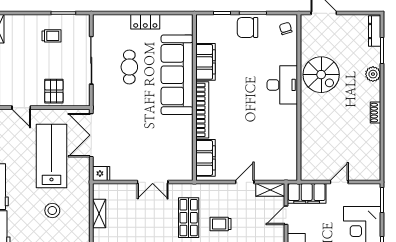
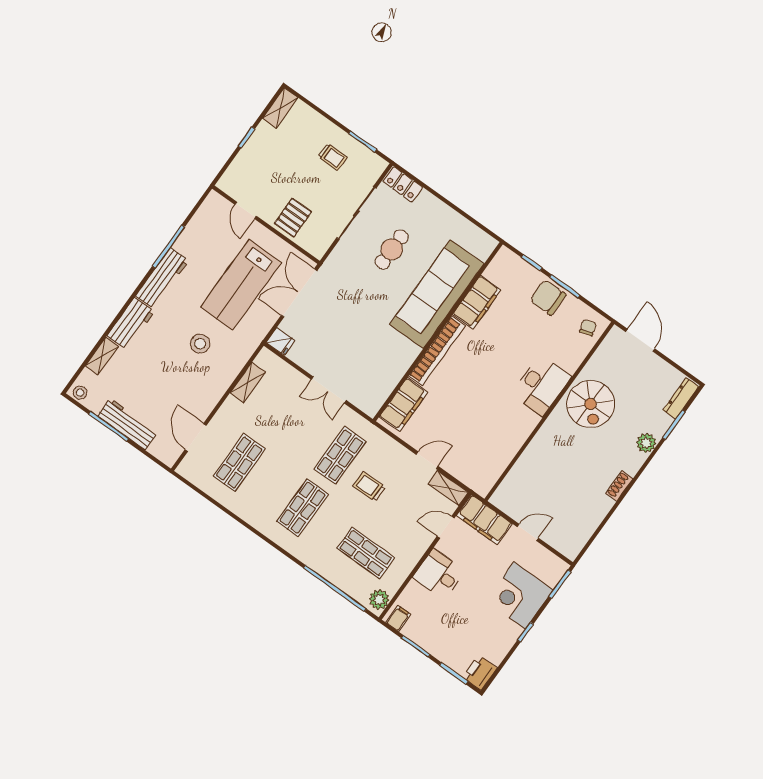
locker: (145, 22) -> (403, 184), moved
lab bench: (51, 156) -> (241, 285), turned 180

